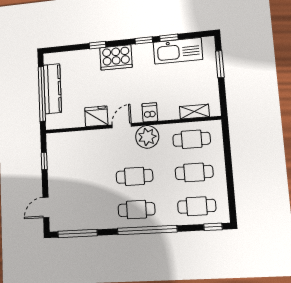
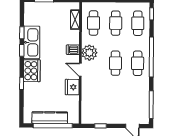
kitchen sink: (178, 51) -> (32, 42), moved

